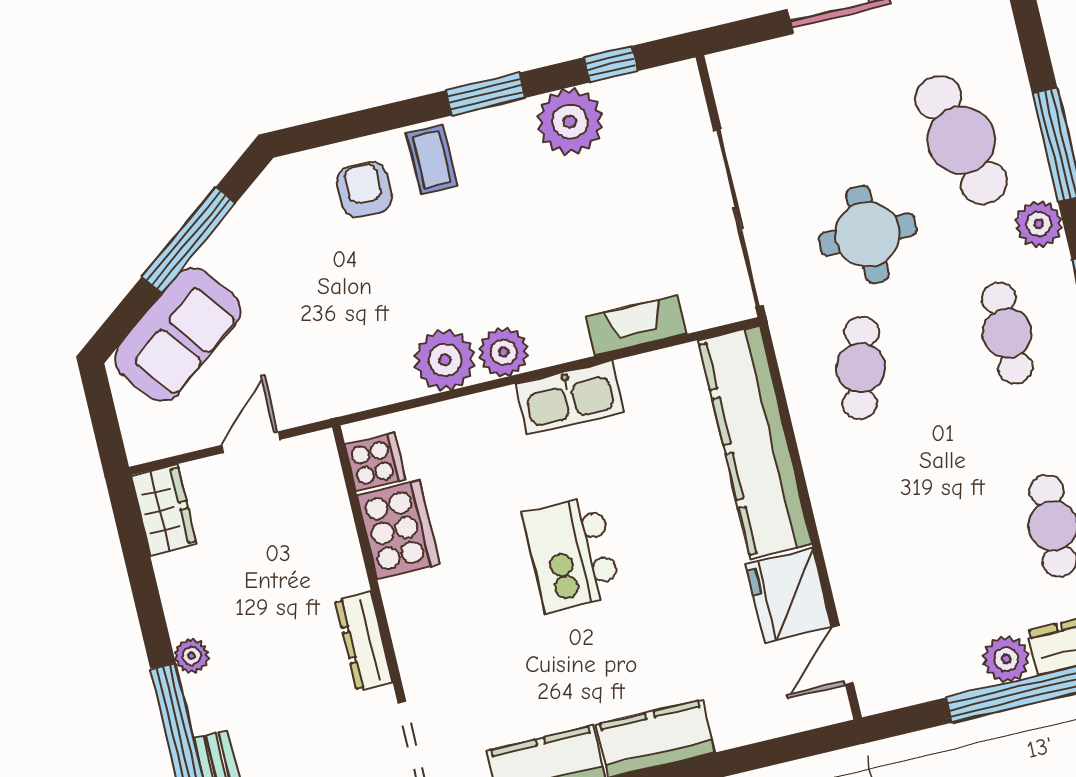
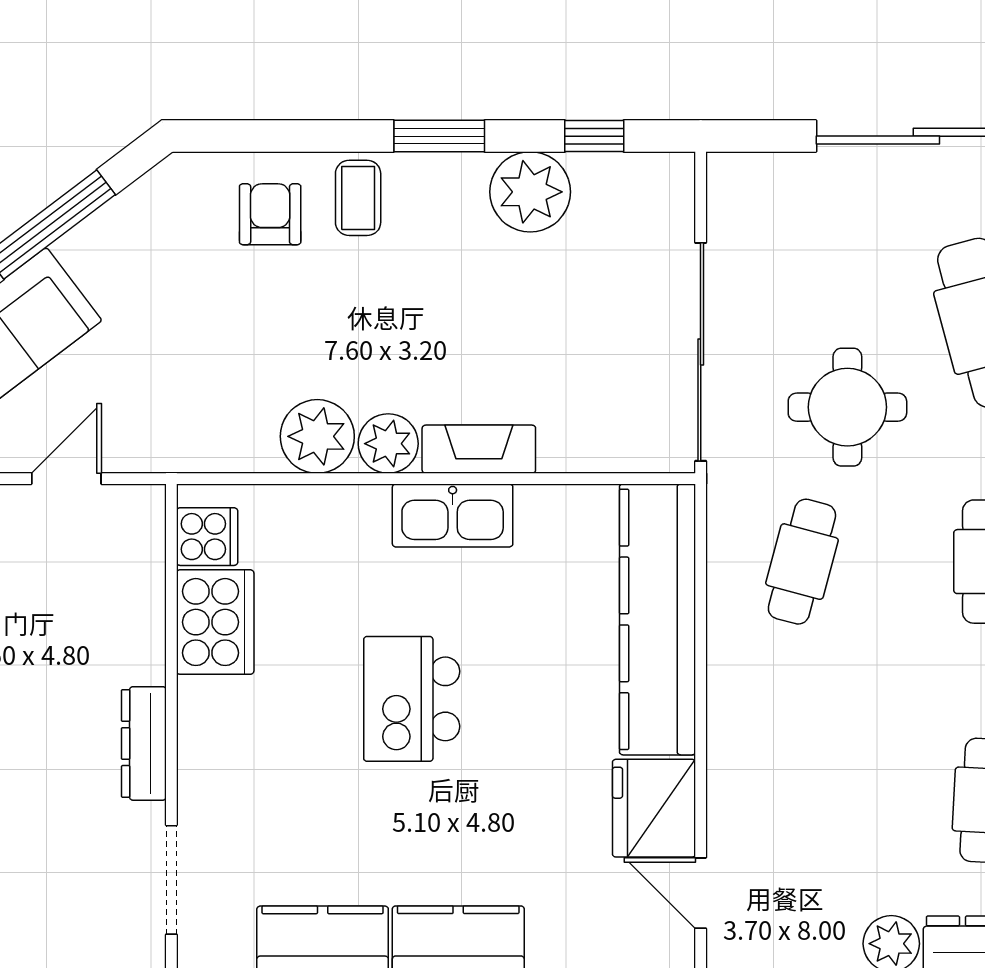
fireplace: (636, 325) -> (479, 449), moved
door: (843, 655) -> (701, 893), hinge flipped

